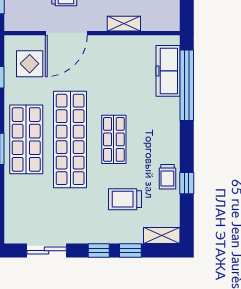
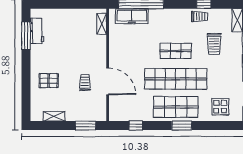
shelving: (124, 24) -> (102, 24), moved
display table: (30, 64) -> (220, 107), moved

